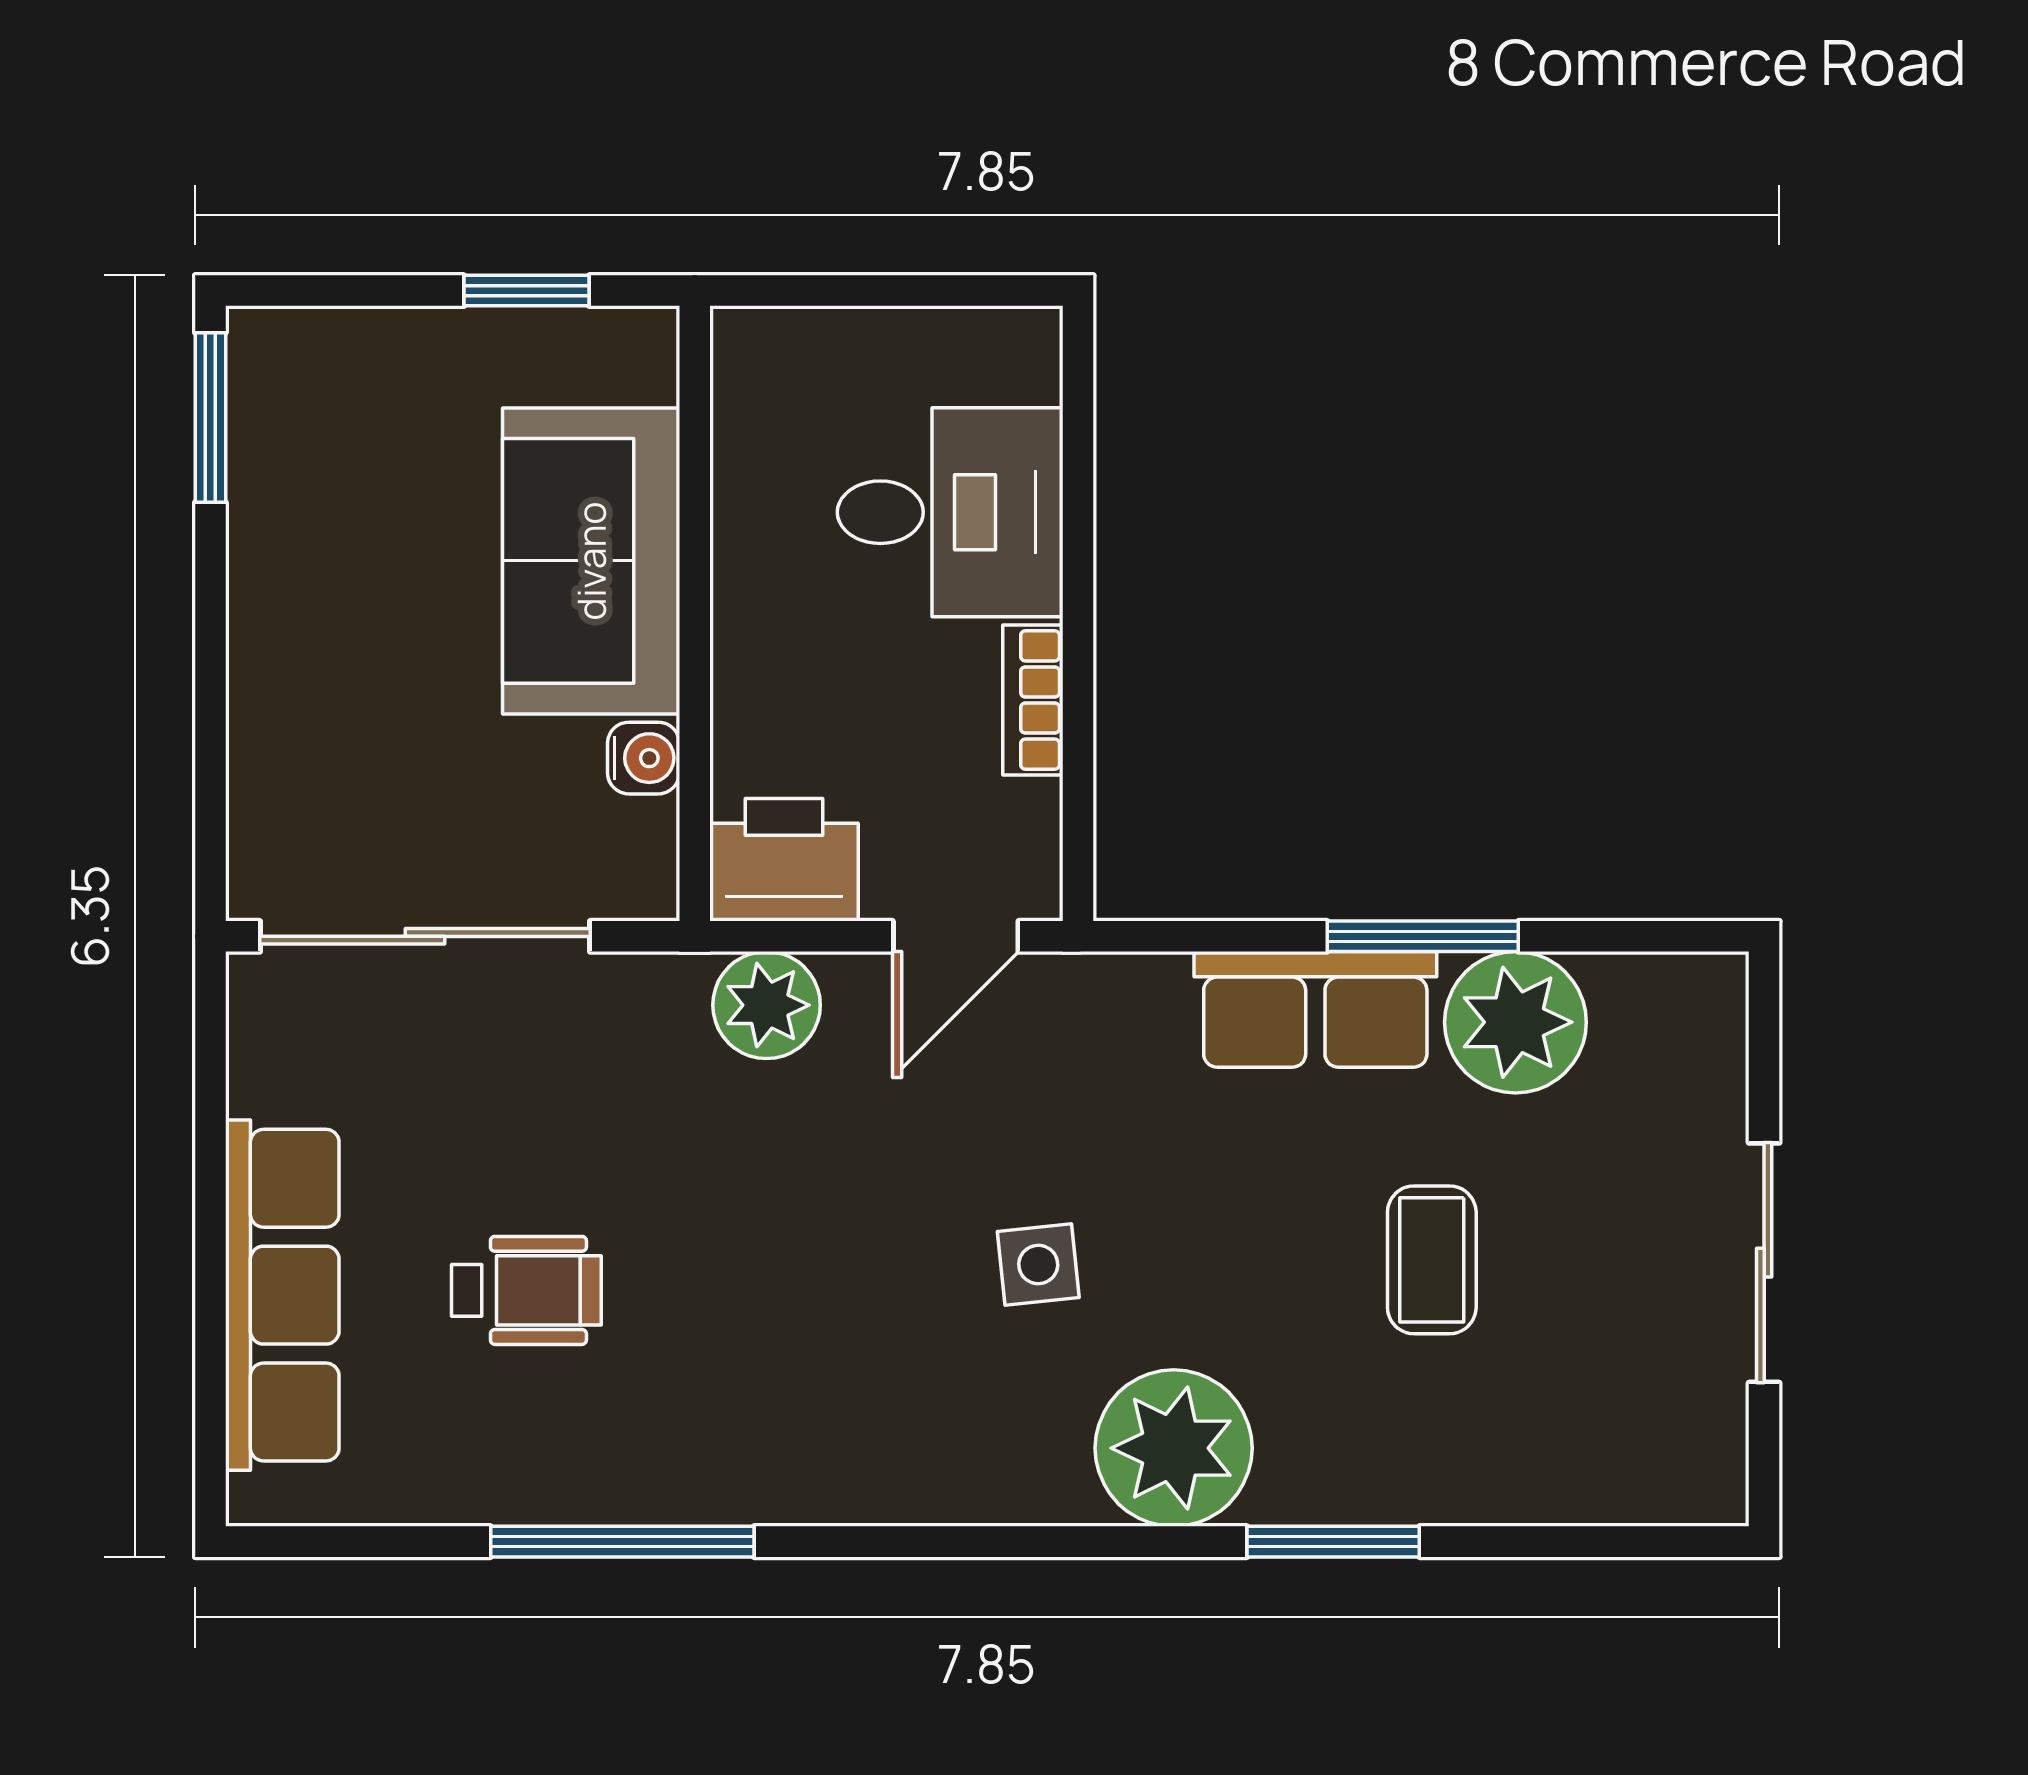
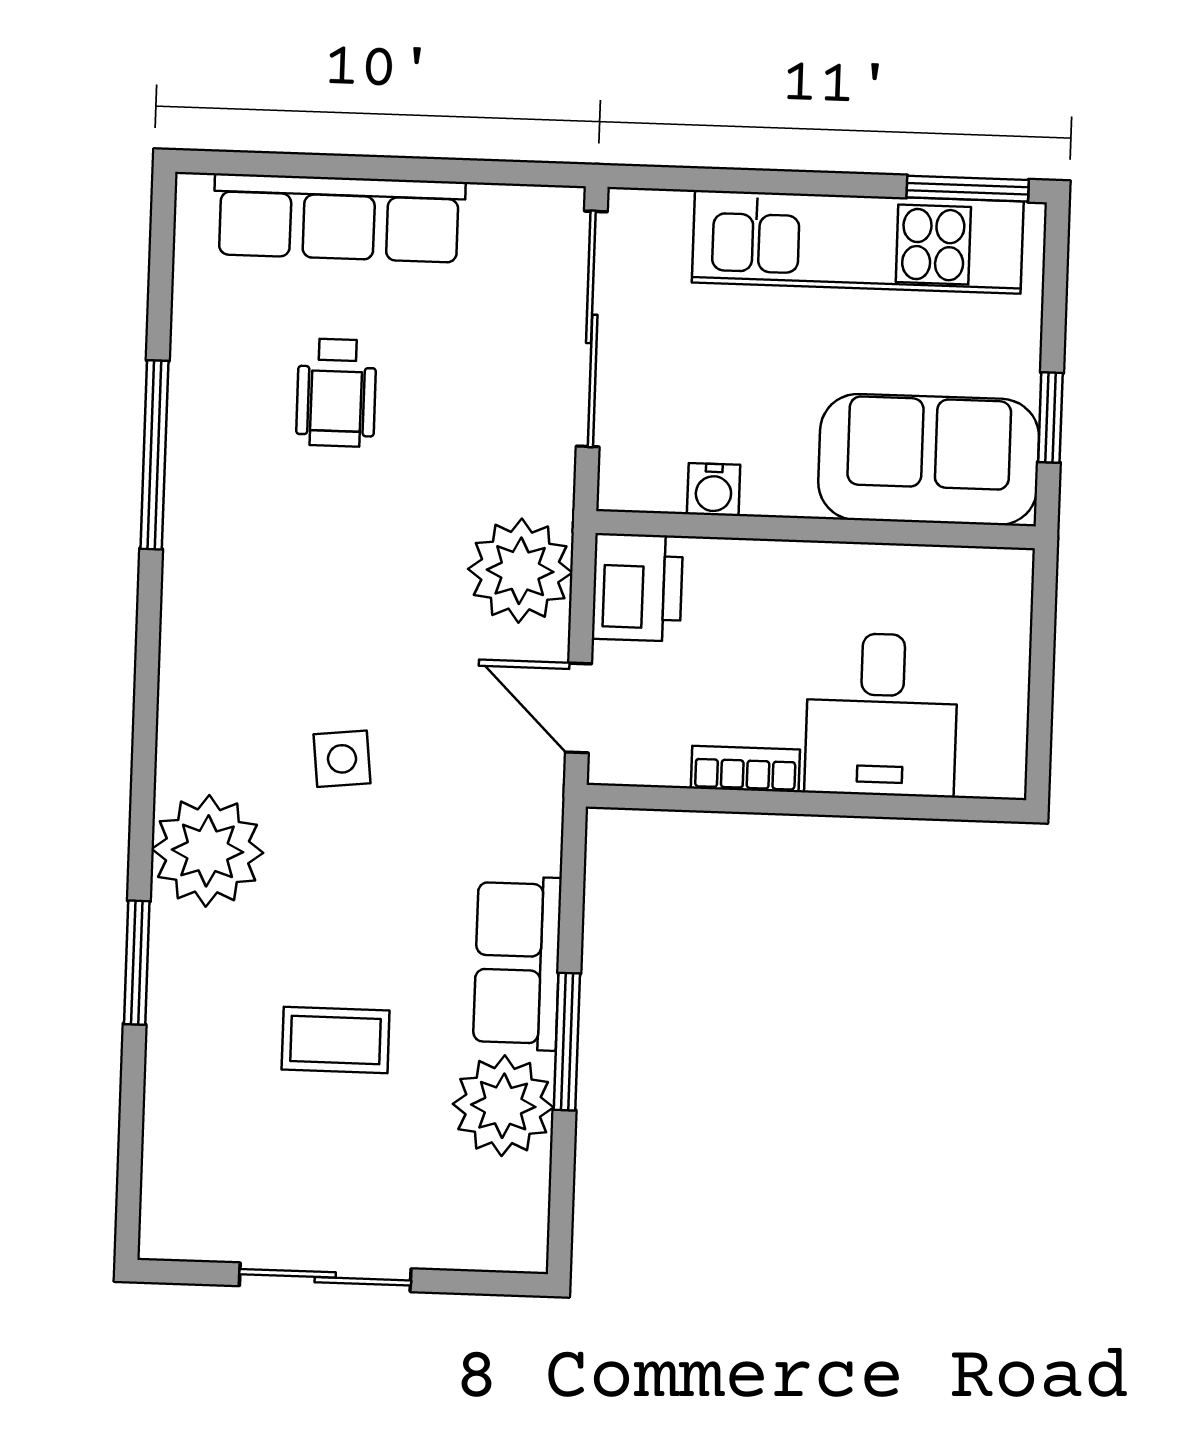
sofa: (591, 561) -> (929, 459), moved
kitchen unit: (290, 569) -> (858, 242), added
plant: (767, 1005) -> (520, 571), width x1.36, depth x1.36

